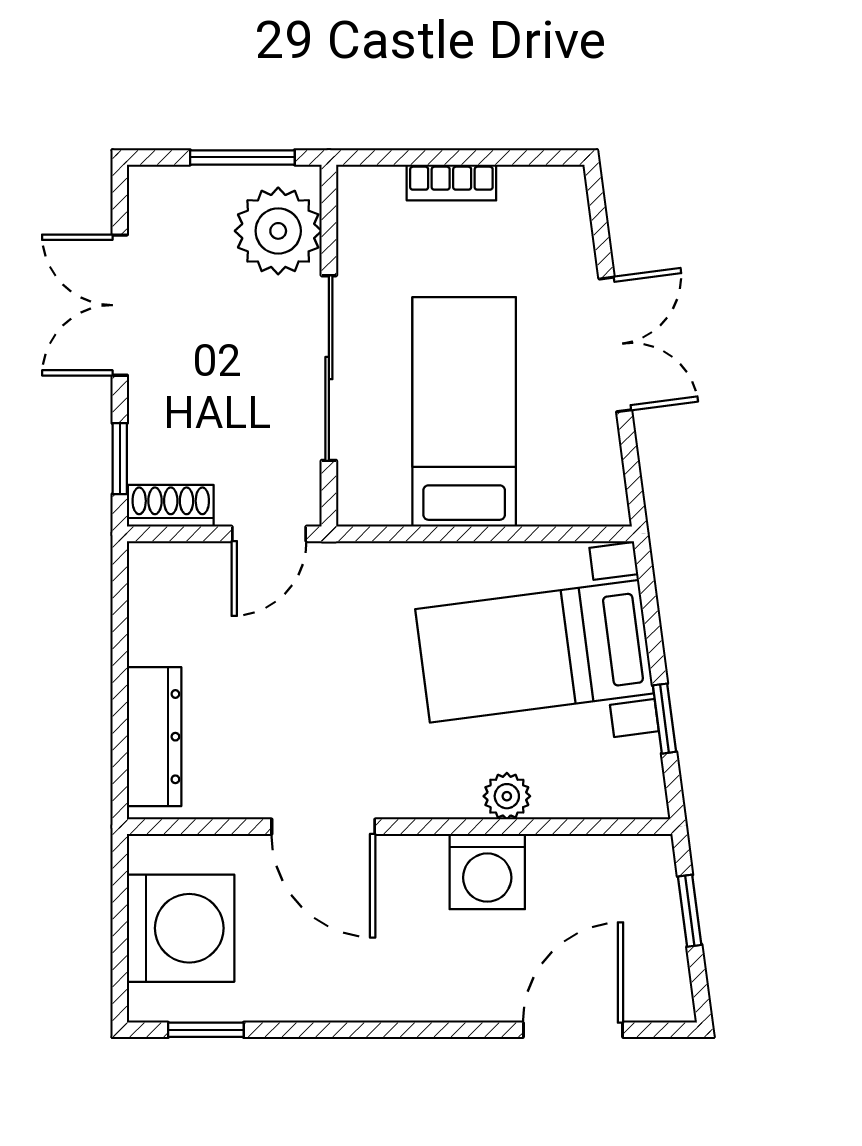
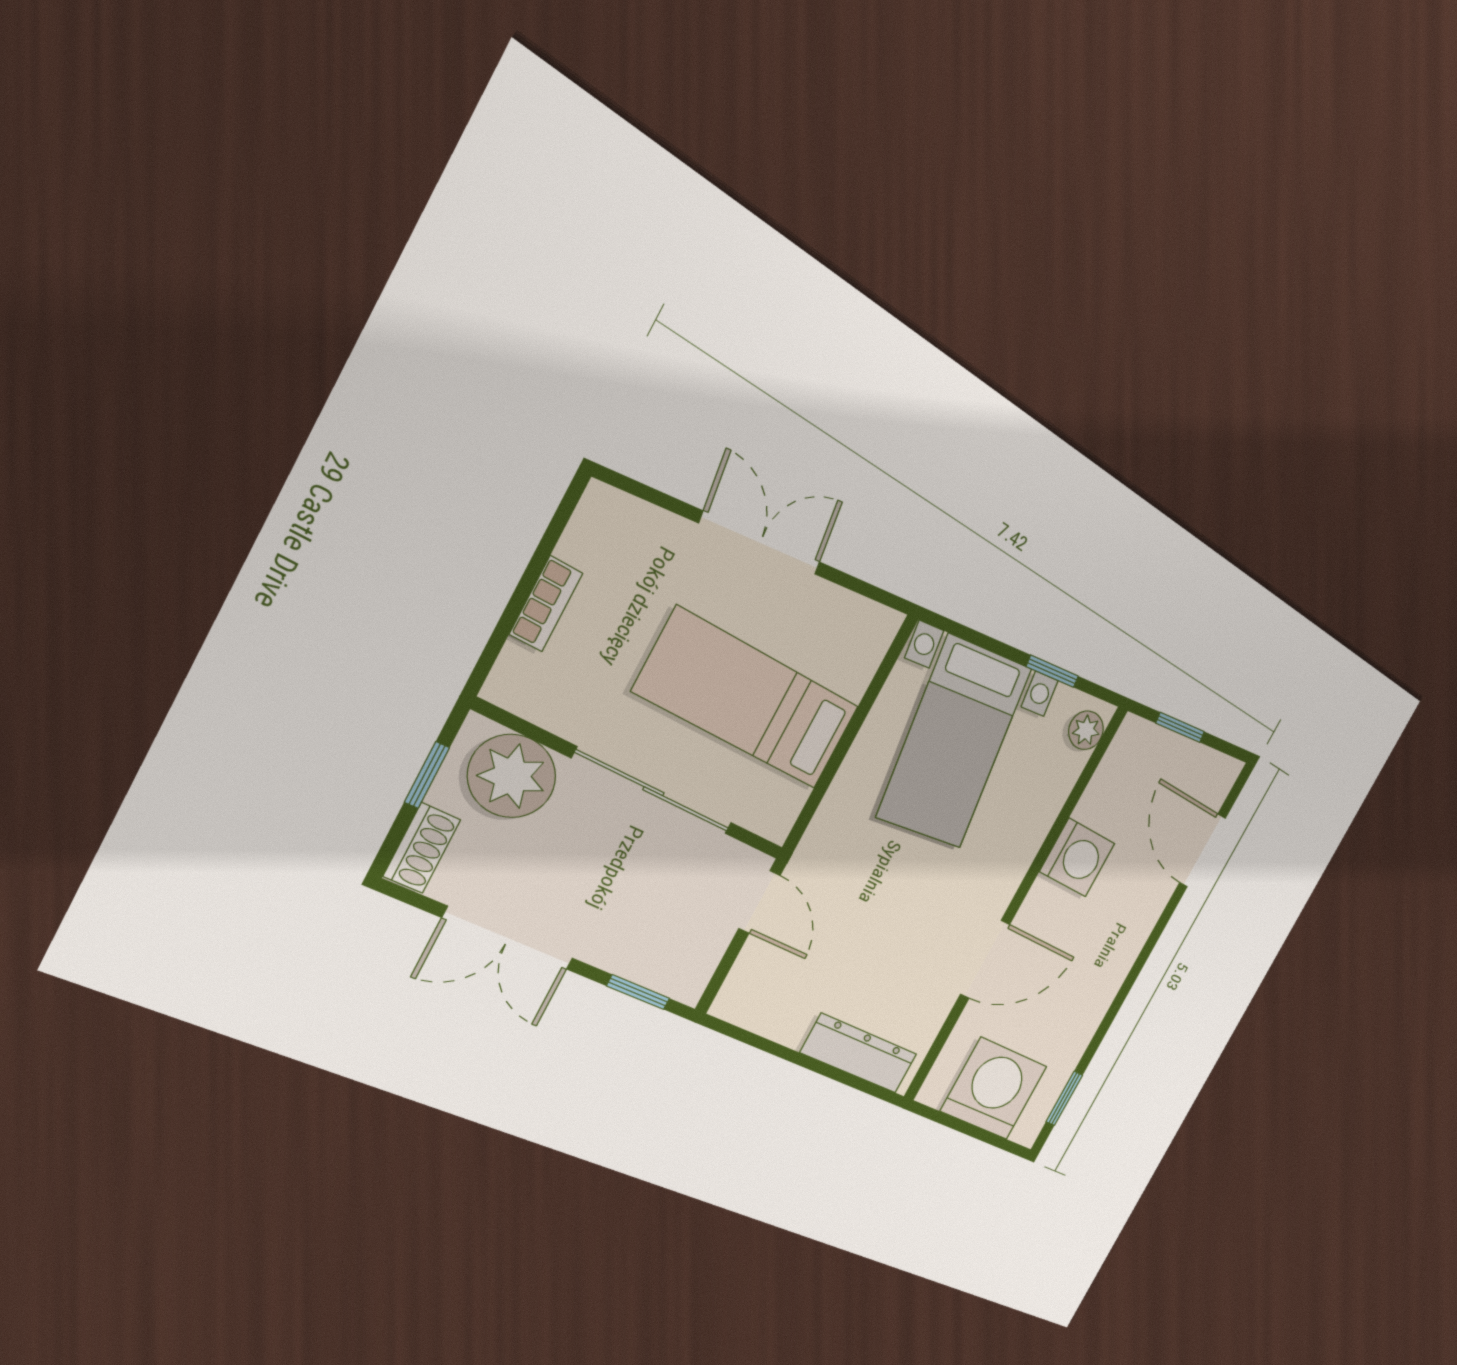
window: (242, 157) -> (427, 775), width x0.67
shoe rack: (171, 506) -> (422, 848), moved, turned 180
plant: (507, 796) -> (1086, 730), moved

